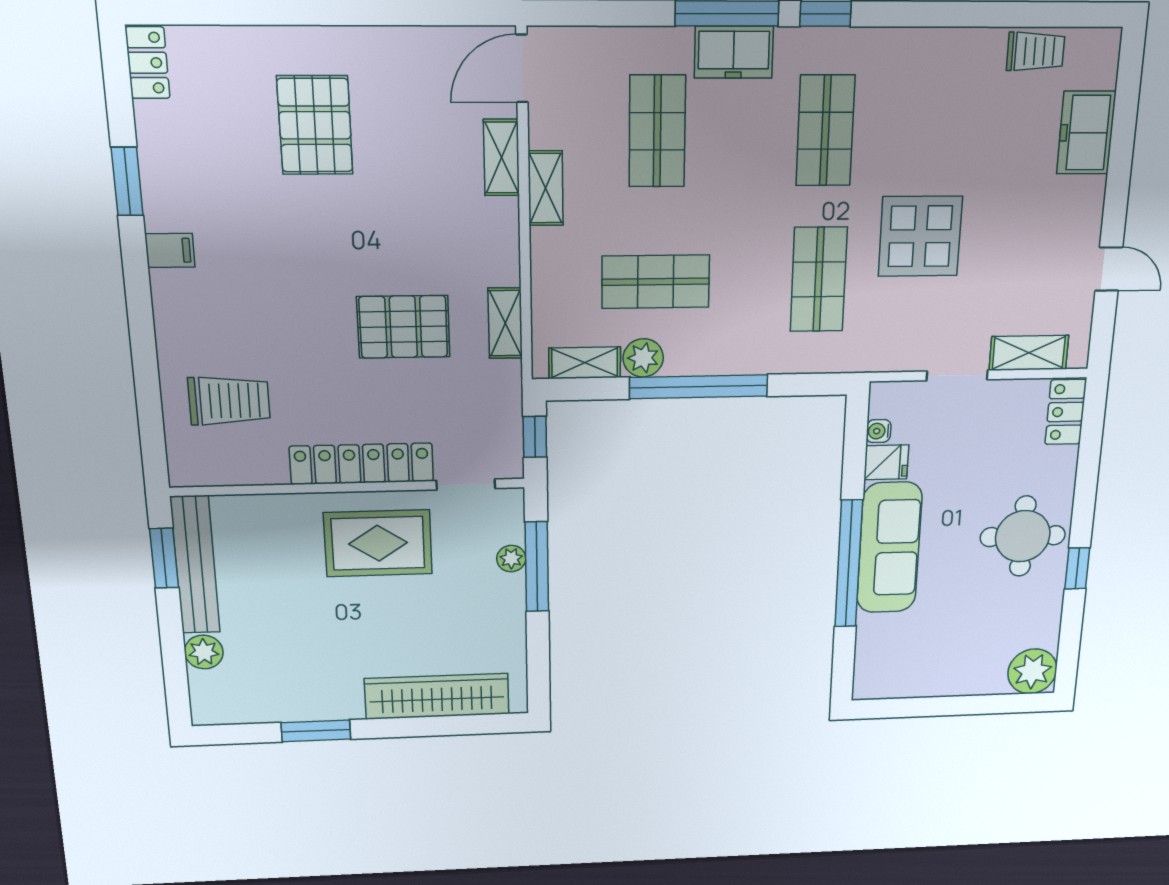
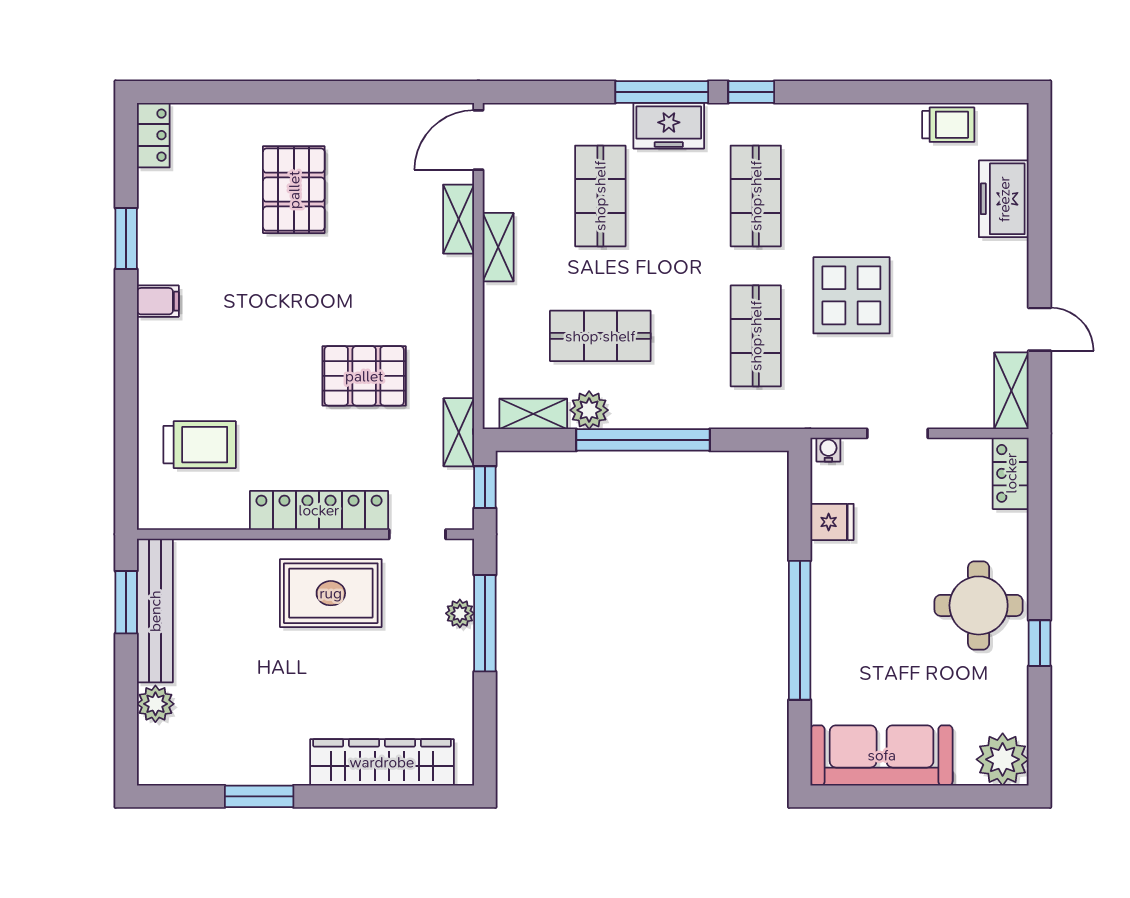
shelving: (505, 323) -> (459, 432), moved
shelving: (1029, 353) -> (1011, 391), moved, turned 90
water cooler: (879, 431) -> (828, 450), moved, turned 90
sofa: (889, 548) -> (882, 755), moved, turned -90

